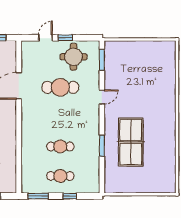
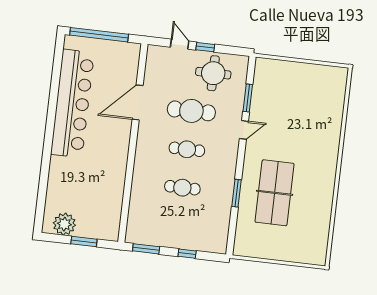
door: (45, 38) -> (180, 44), hinge flipped
window: (102, 60) -> (248, 98), moved
cafe table: (60, 176) -> (187, 149), moved

